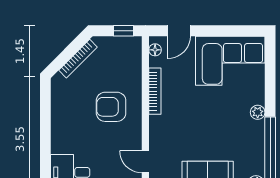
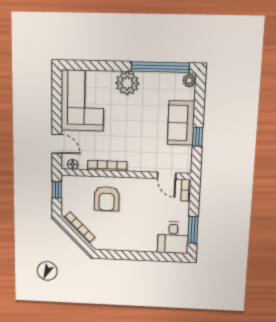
armchair: (111, 107) -> (107, 199), moved
plant: (258, 112) -> (127, 83), width x1.88, depth x1.88
door: (145, 162) -> (167, 176), hinge flipped

